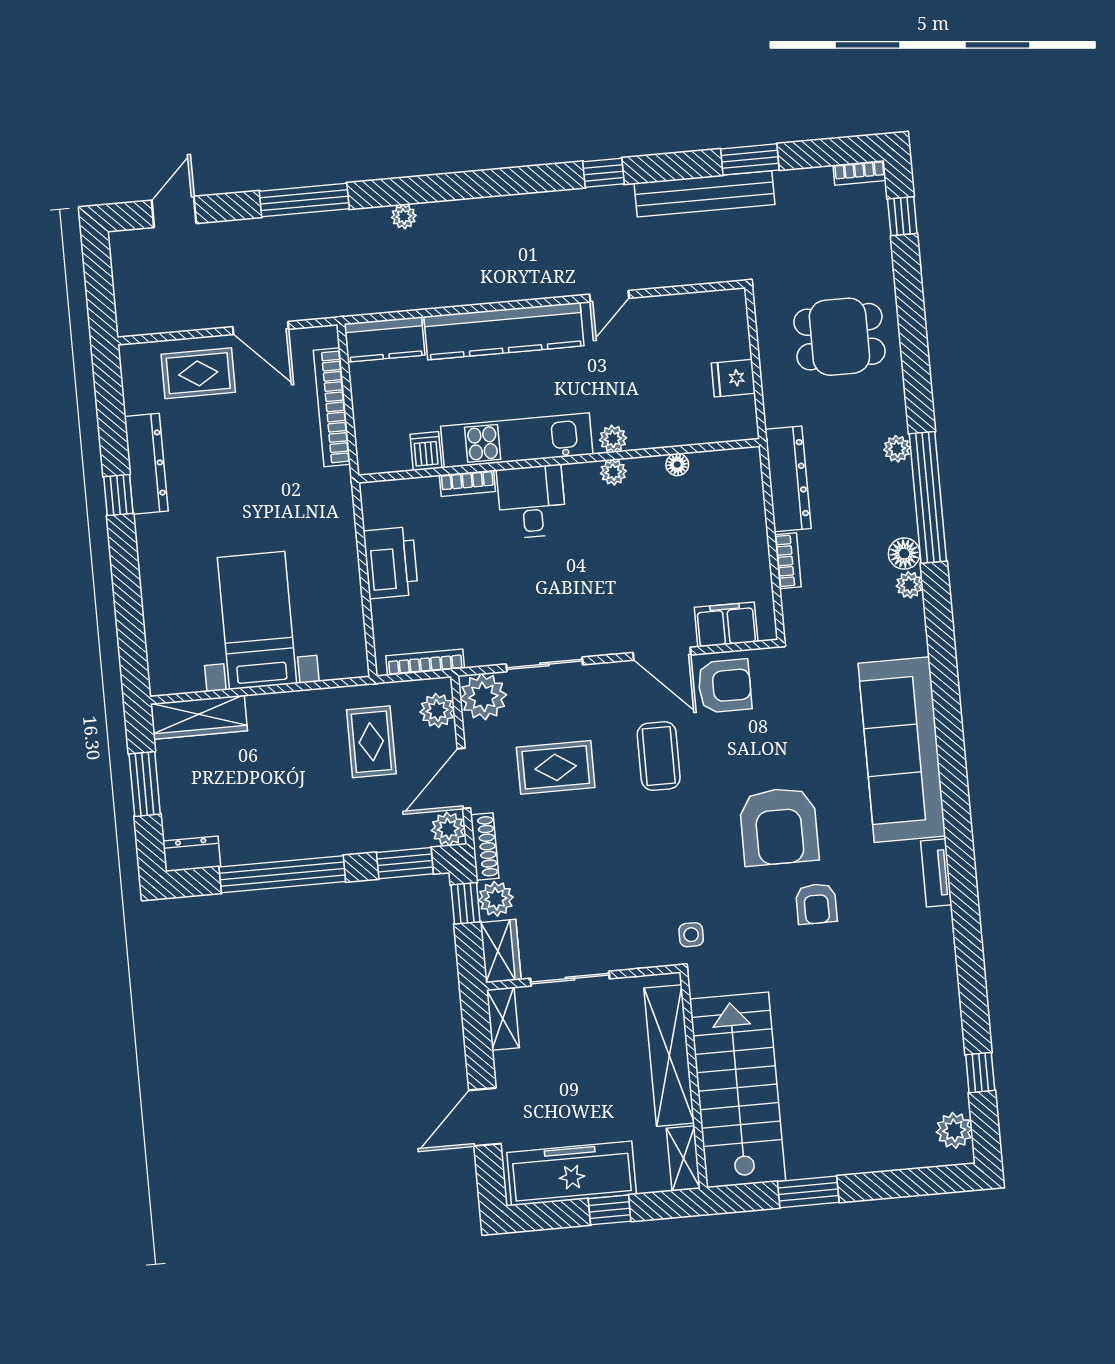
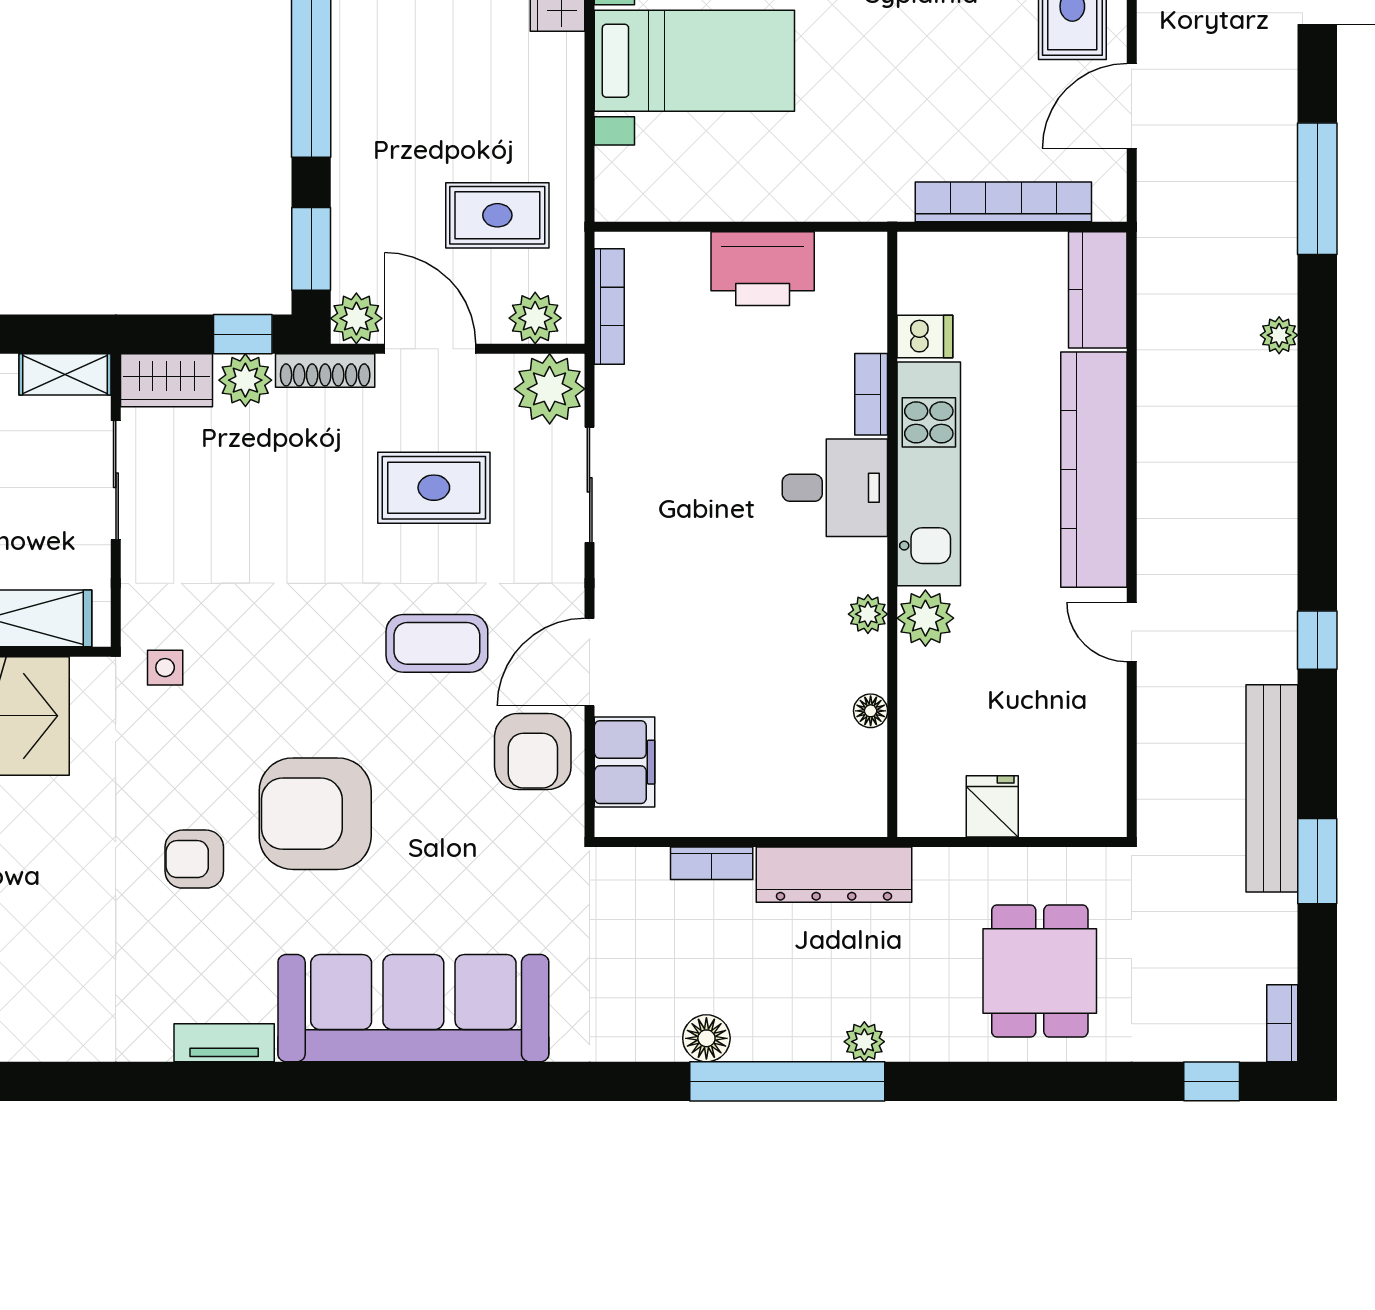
plant: (613, 439) -> (925, 618), width x1.38, depth x1.38
plant: (909, 585) -> (659, 1042), removed
rug: (556, 767) -> (434, 488), turned 90

